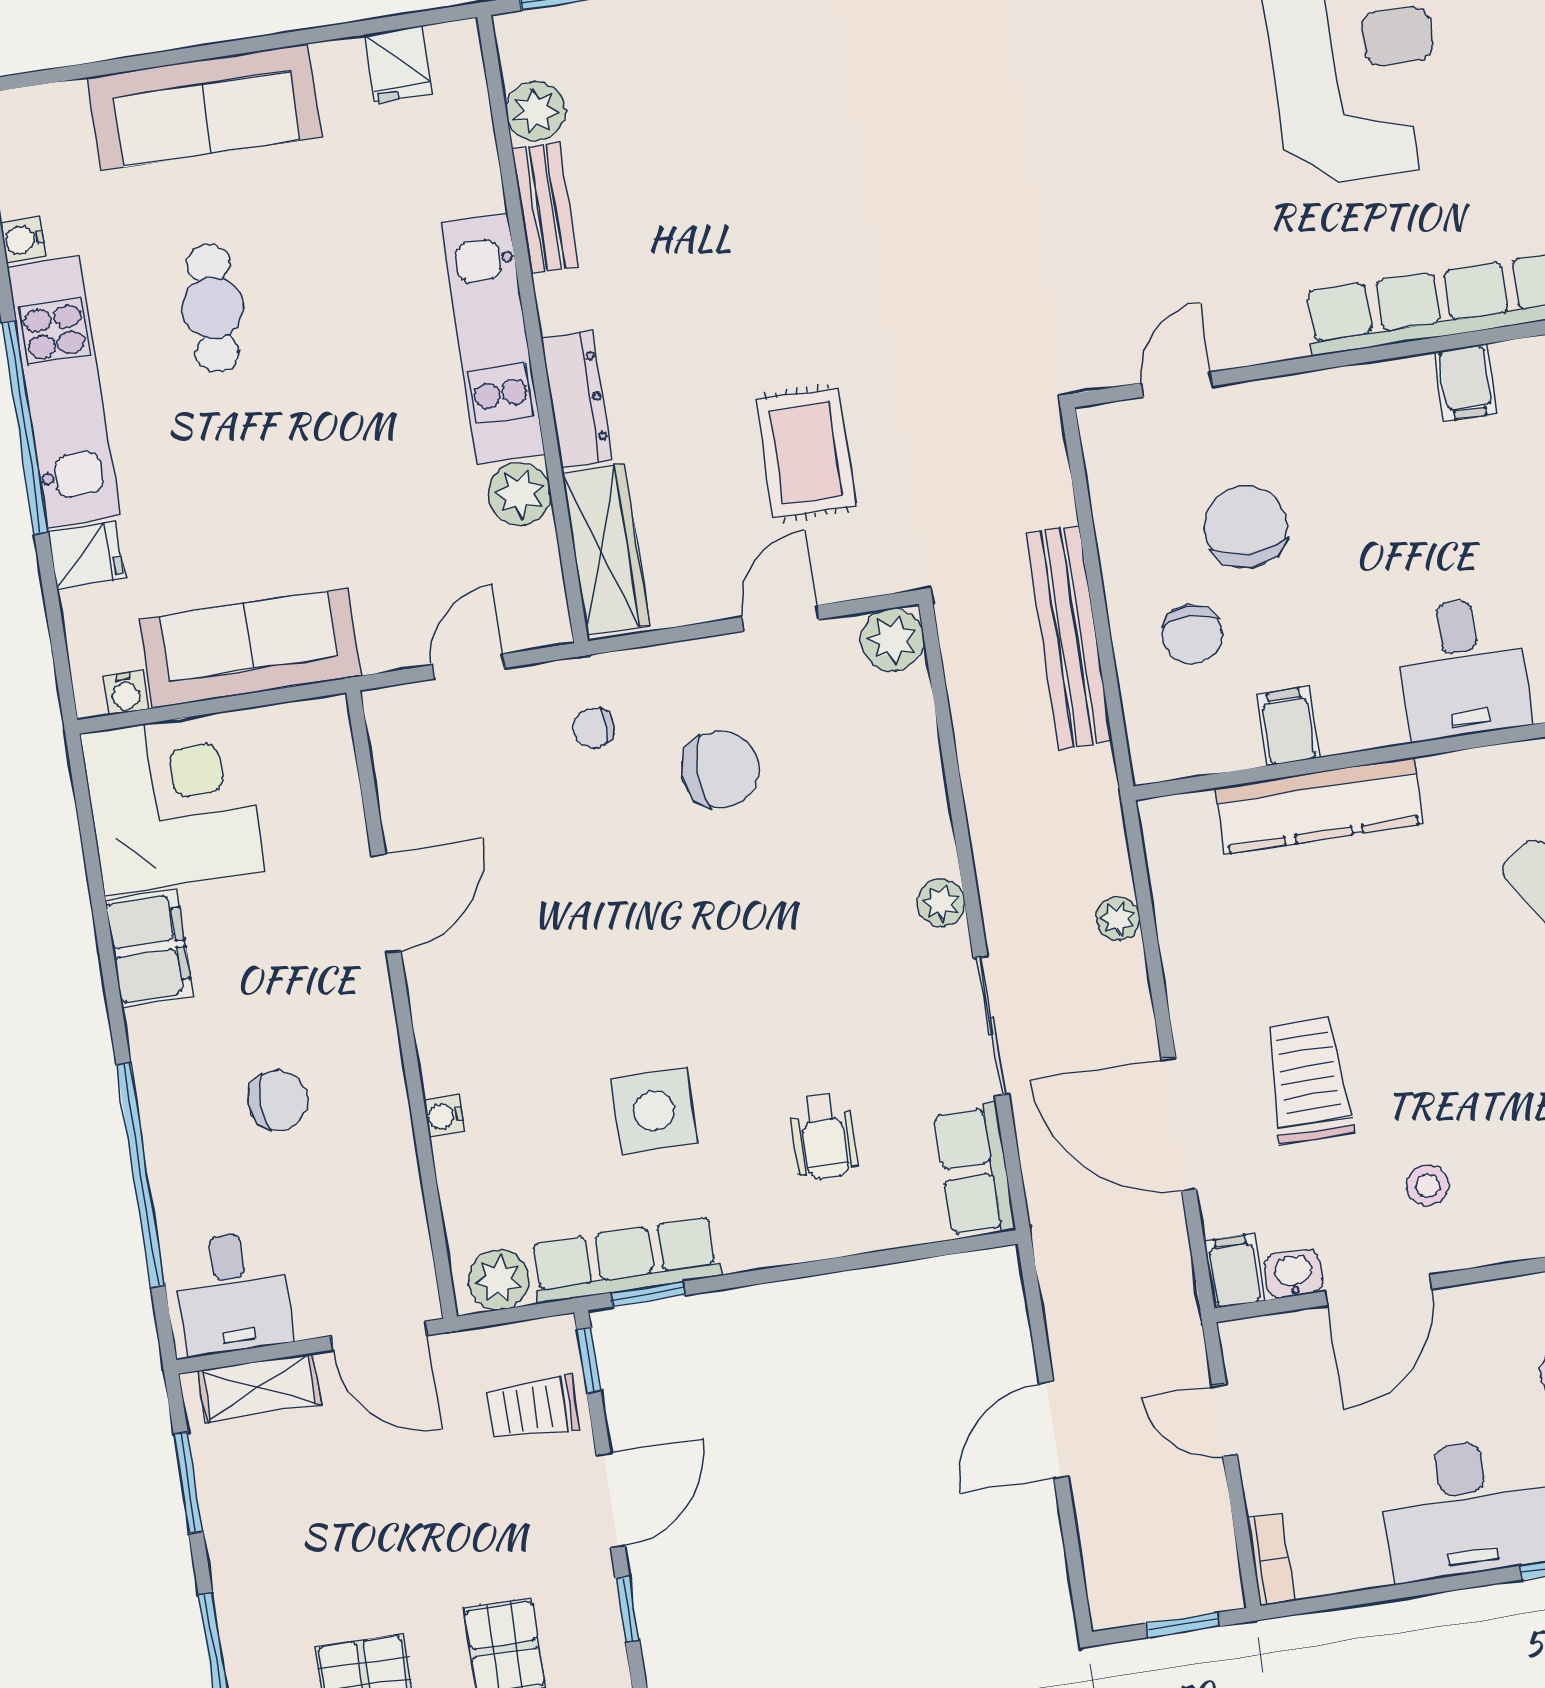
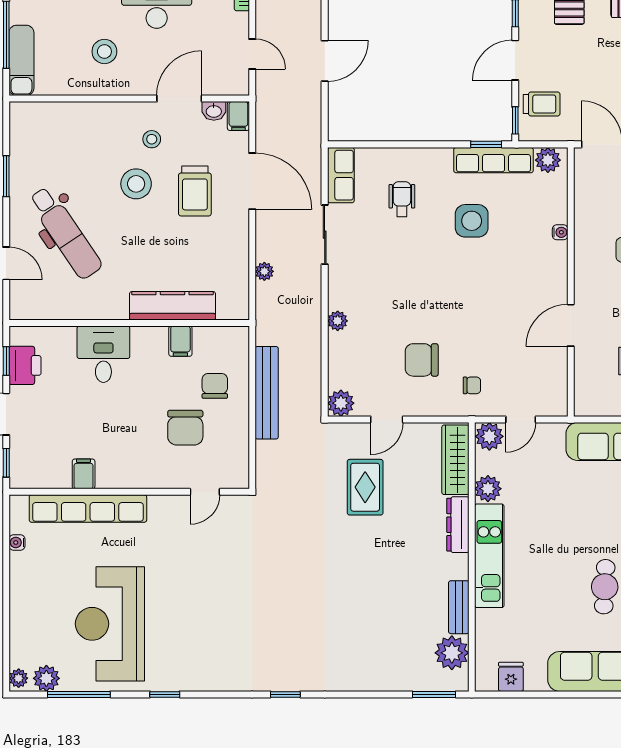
plant: (536, 111) -> (452, 653), width x1.36, depth x1.36
plant: (535, 616) -> (489, 436), added
plant: (941, 903) -> (338, 321), moved
stool: (1448, 1076) -> (136, 184), added

